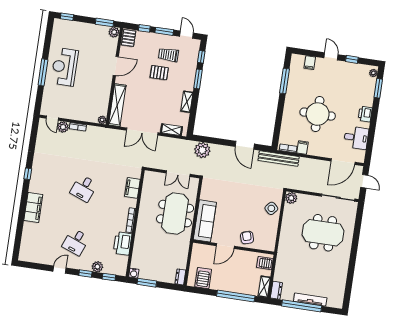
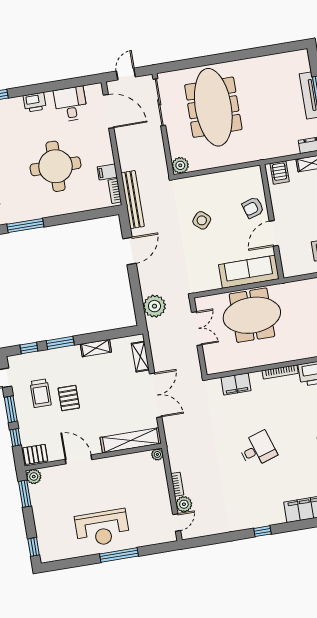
desk: (84, 188) -> (258, 449), turned -39
side table: (271, 208) -> (202, 220), moved
meeting table: (323, 233) -> (213, 107), width x1.36
door: (225, 246) -> (274, 233), swing flipped

